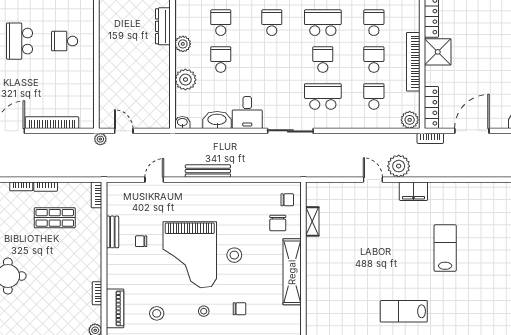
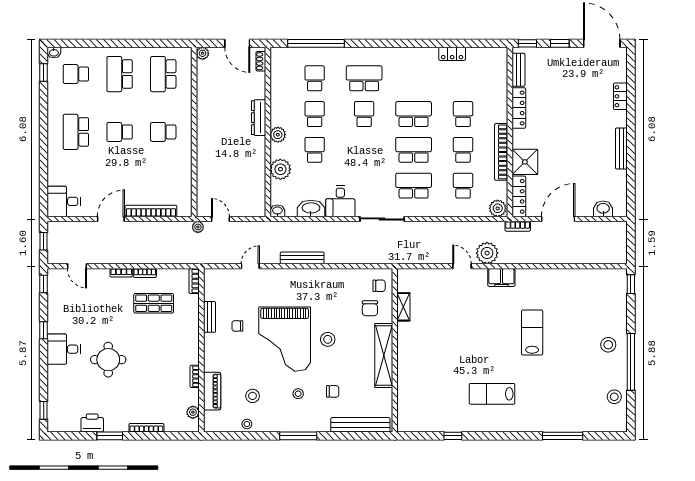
school desk: (20, 41) -> (120, 132), width x0.54
shower: (438, 52) -> (525, 162), moved
school desk: (323, 60) -> (414, 150), width x1.85

